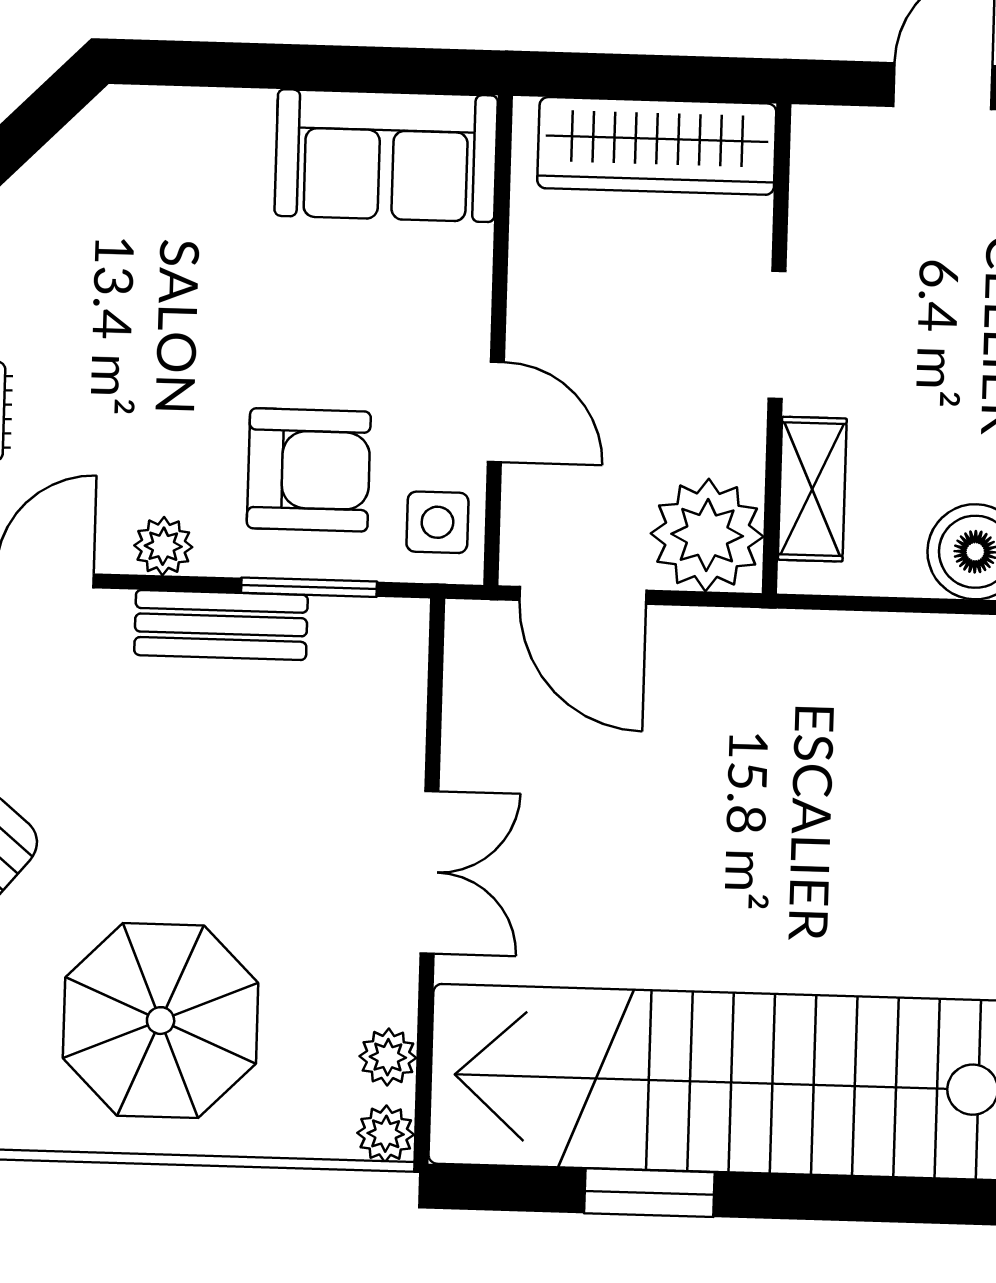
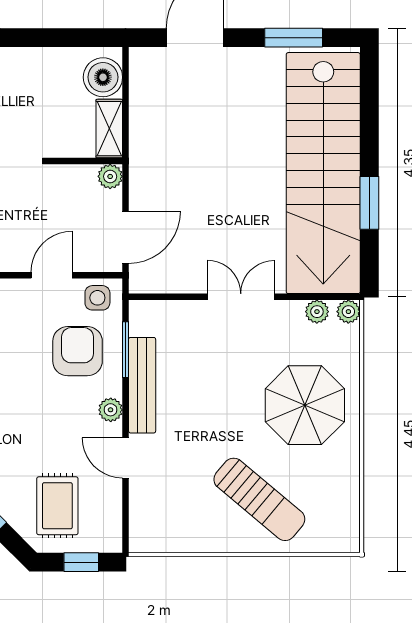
shelving: (812, 489) -> (109, 129), moved, turned 90
plant: (707, 535) -> (110, 176), width x0.53, depth x0.53
bench: (221, 625) -> (142, 385), width x1.36

